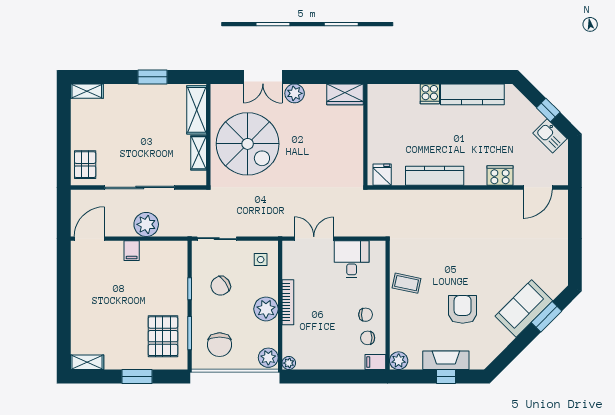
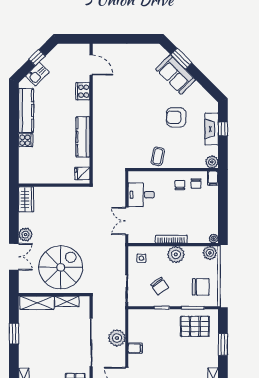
kitchen sink: (550, 136) -> (37, 74), moved

